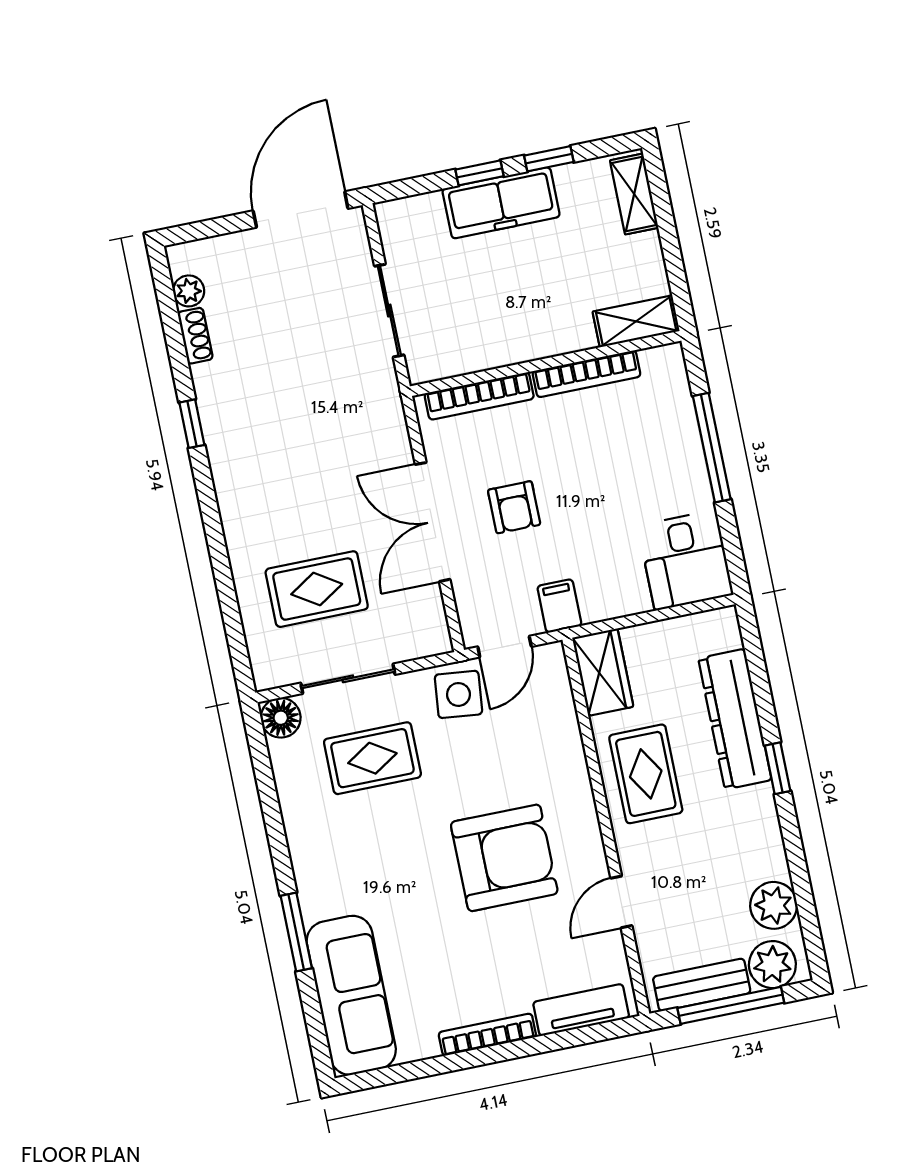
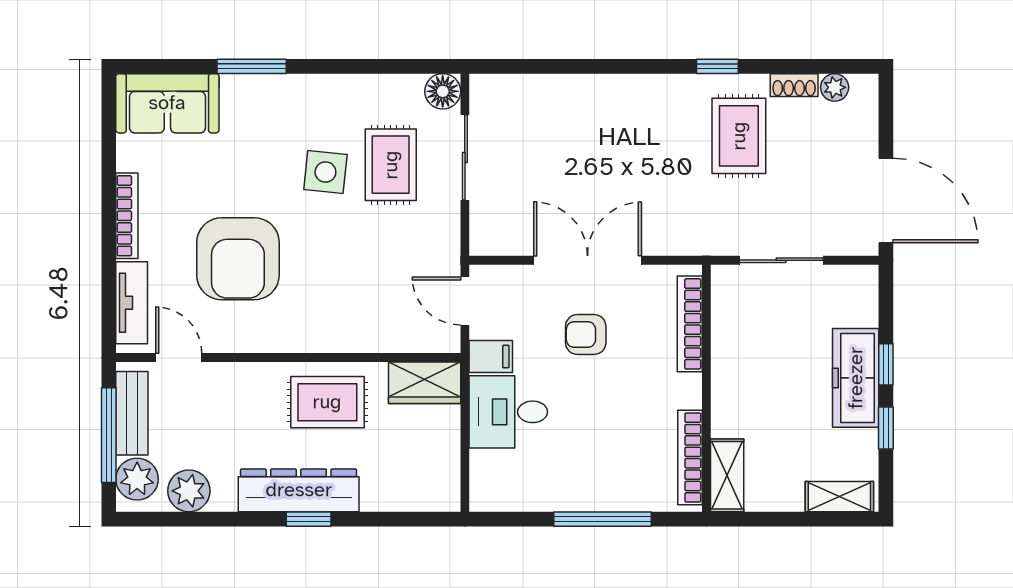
bookcase: (586, 374) -> (690, 458), moved
desk: (685, 560) -> (508, 412), moved
rug: (317, 589) -> (739, 136), moved
side table: (458, 694) -> (325, 172), moved
dresser: (735, 719) -> (299, 490), moved
armchair: (504, 858) -> (238, 259), moved
door: (621, 902) -> (179, 358), moved
sofa: (351, 995) -> (167, 103), width x0.73

